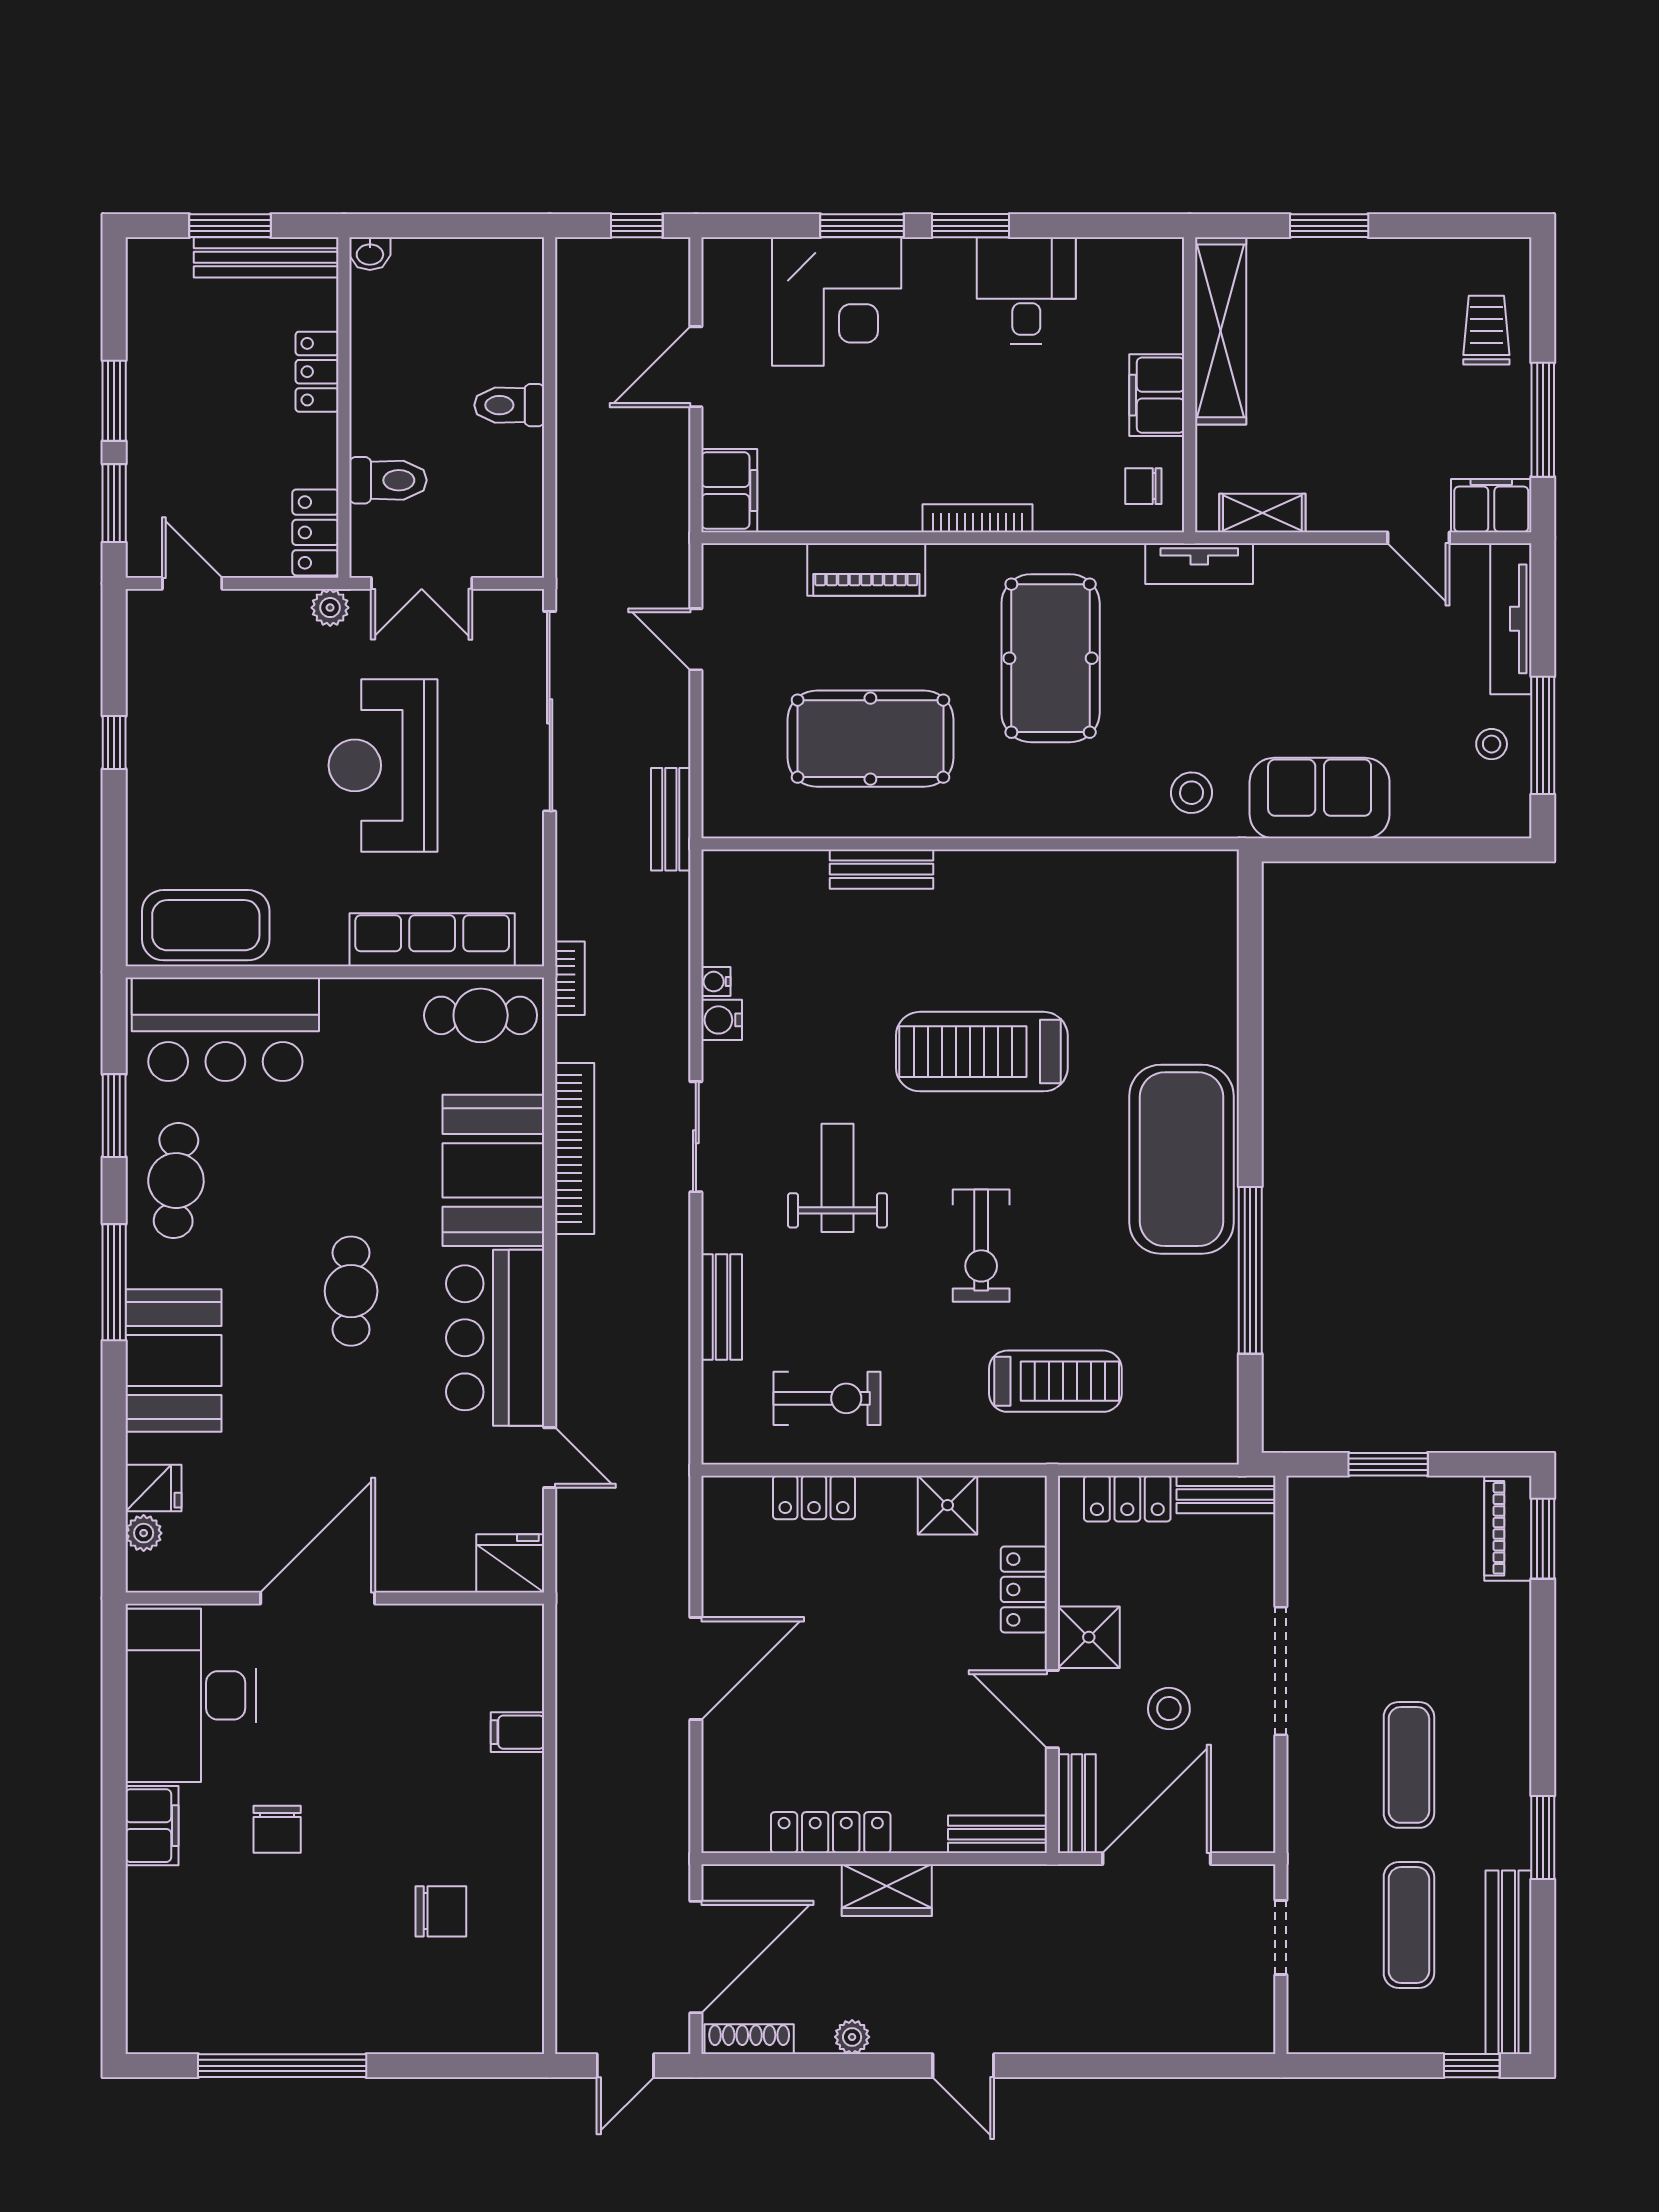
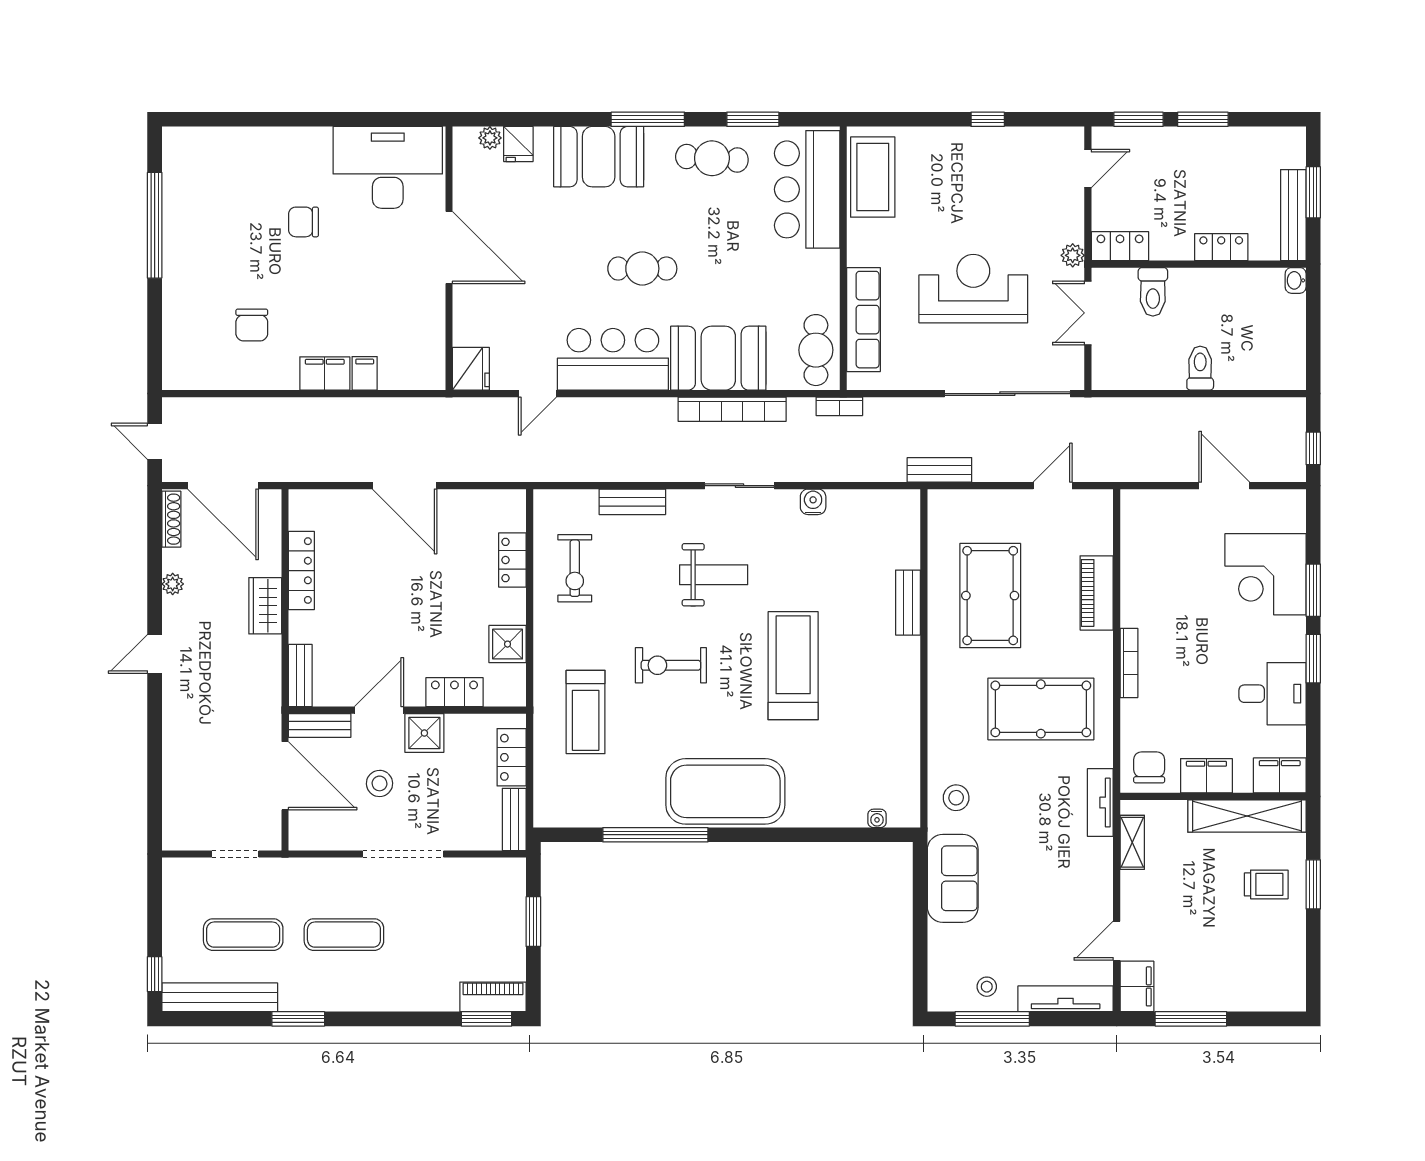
trolley: (1486, 330) -> (1266, 884), moved
chair: (1143, 486) -> (1149, 767), width x1.37, depth x1.37
filing cabinet: (729, 491) -> (1280, 775), moved, turned 180
water cooler: (716, 982) -> (877, 818), moved, turned 180
filing cabinet: (152, 1826) -> (325, 373), moved, turned 180

